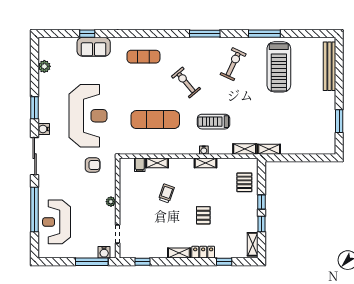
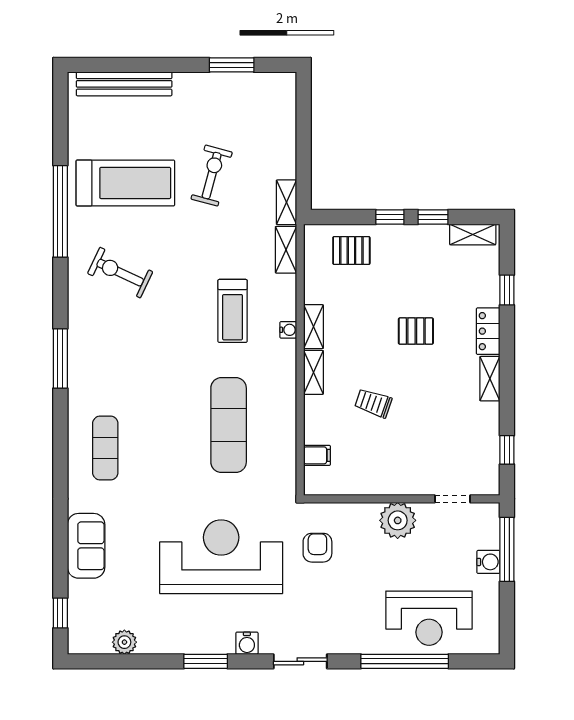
window: (87, 34) -> (60, 613), moved
window: (205, 34) -> (60, 358), moved
window: (264, 34) -> (60, 211), width x1.46
exercise bike: (186, 83) -> (212, 176), moved, turned 145
sliding door: (35, 156) -> (300, 661), width x0.73
shelving: (157, 163) -> (313, 372), moved
plant: (111, 202) -> (398, 520), width x1.88, depth x1.88
water cooler: (104, 252) -> (488, 562), moved

